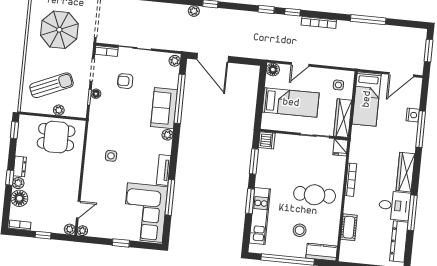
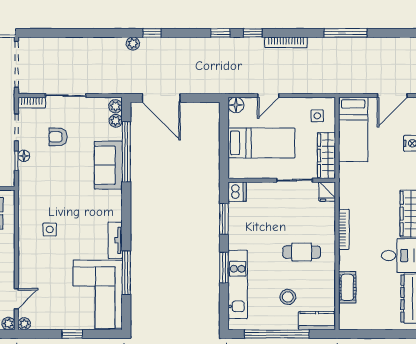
plant: (167, 135) -> (116, 121), moved
cafe table: (315, 195) -> (302, 252), width x0.73, depth x0.74

